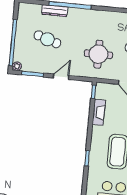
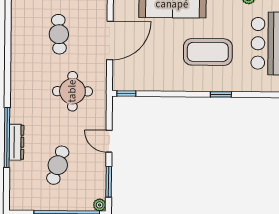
dresser: (55, 11) -> (17, 142), moved
fireplace: (99, 112) -> (155, 84), removed

